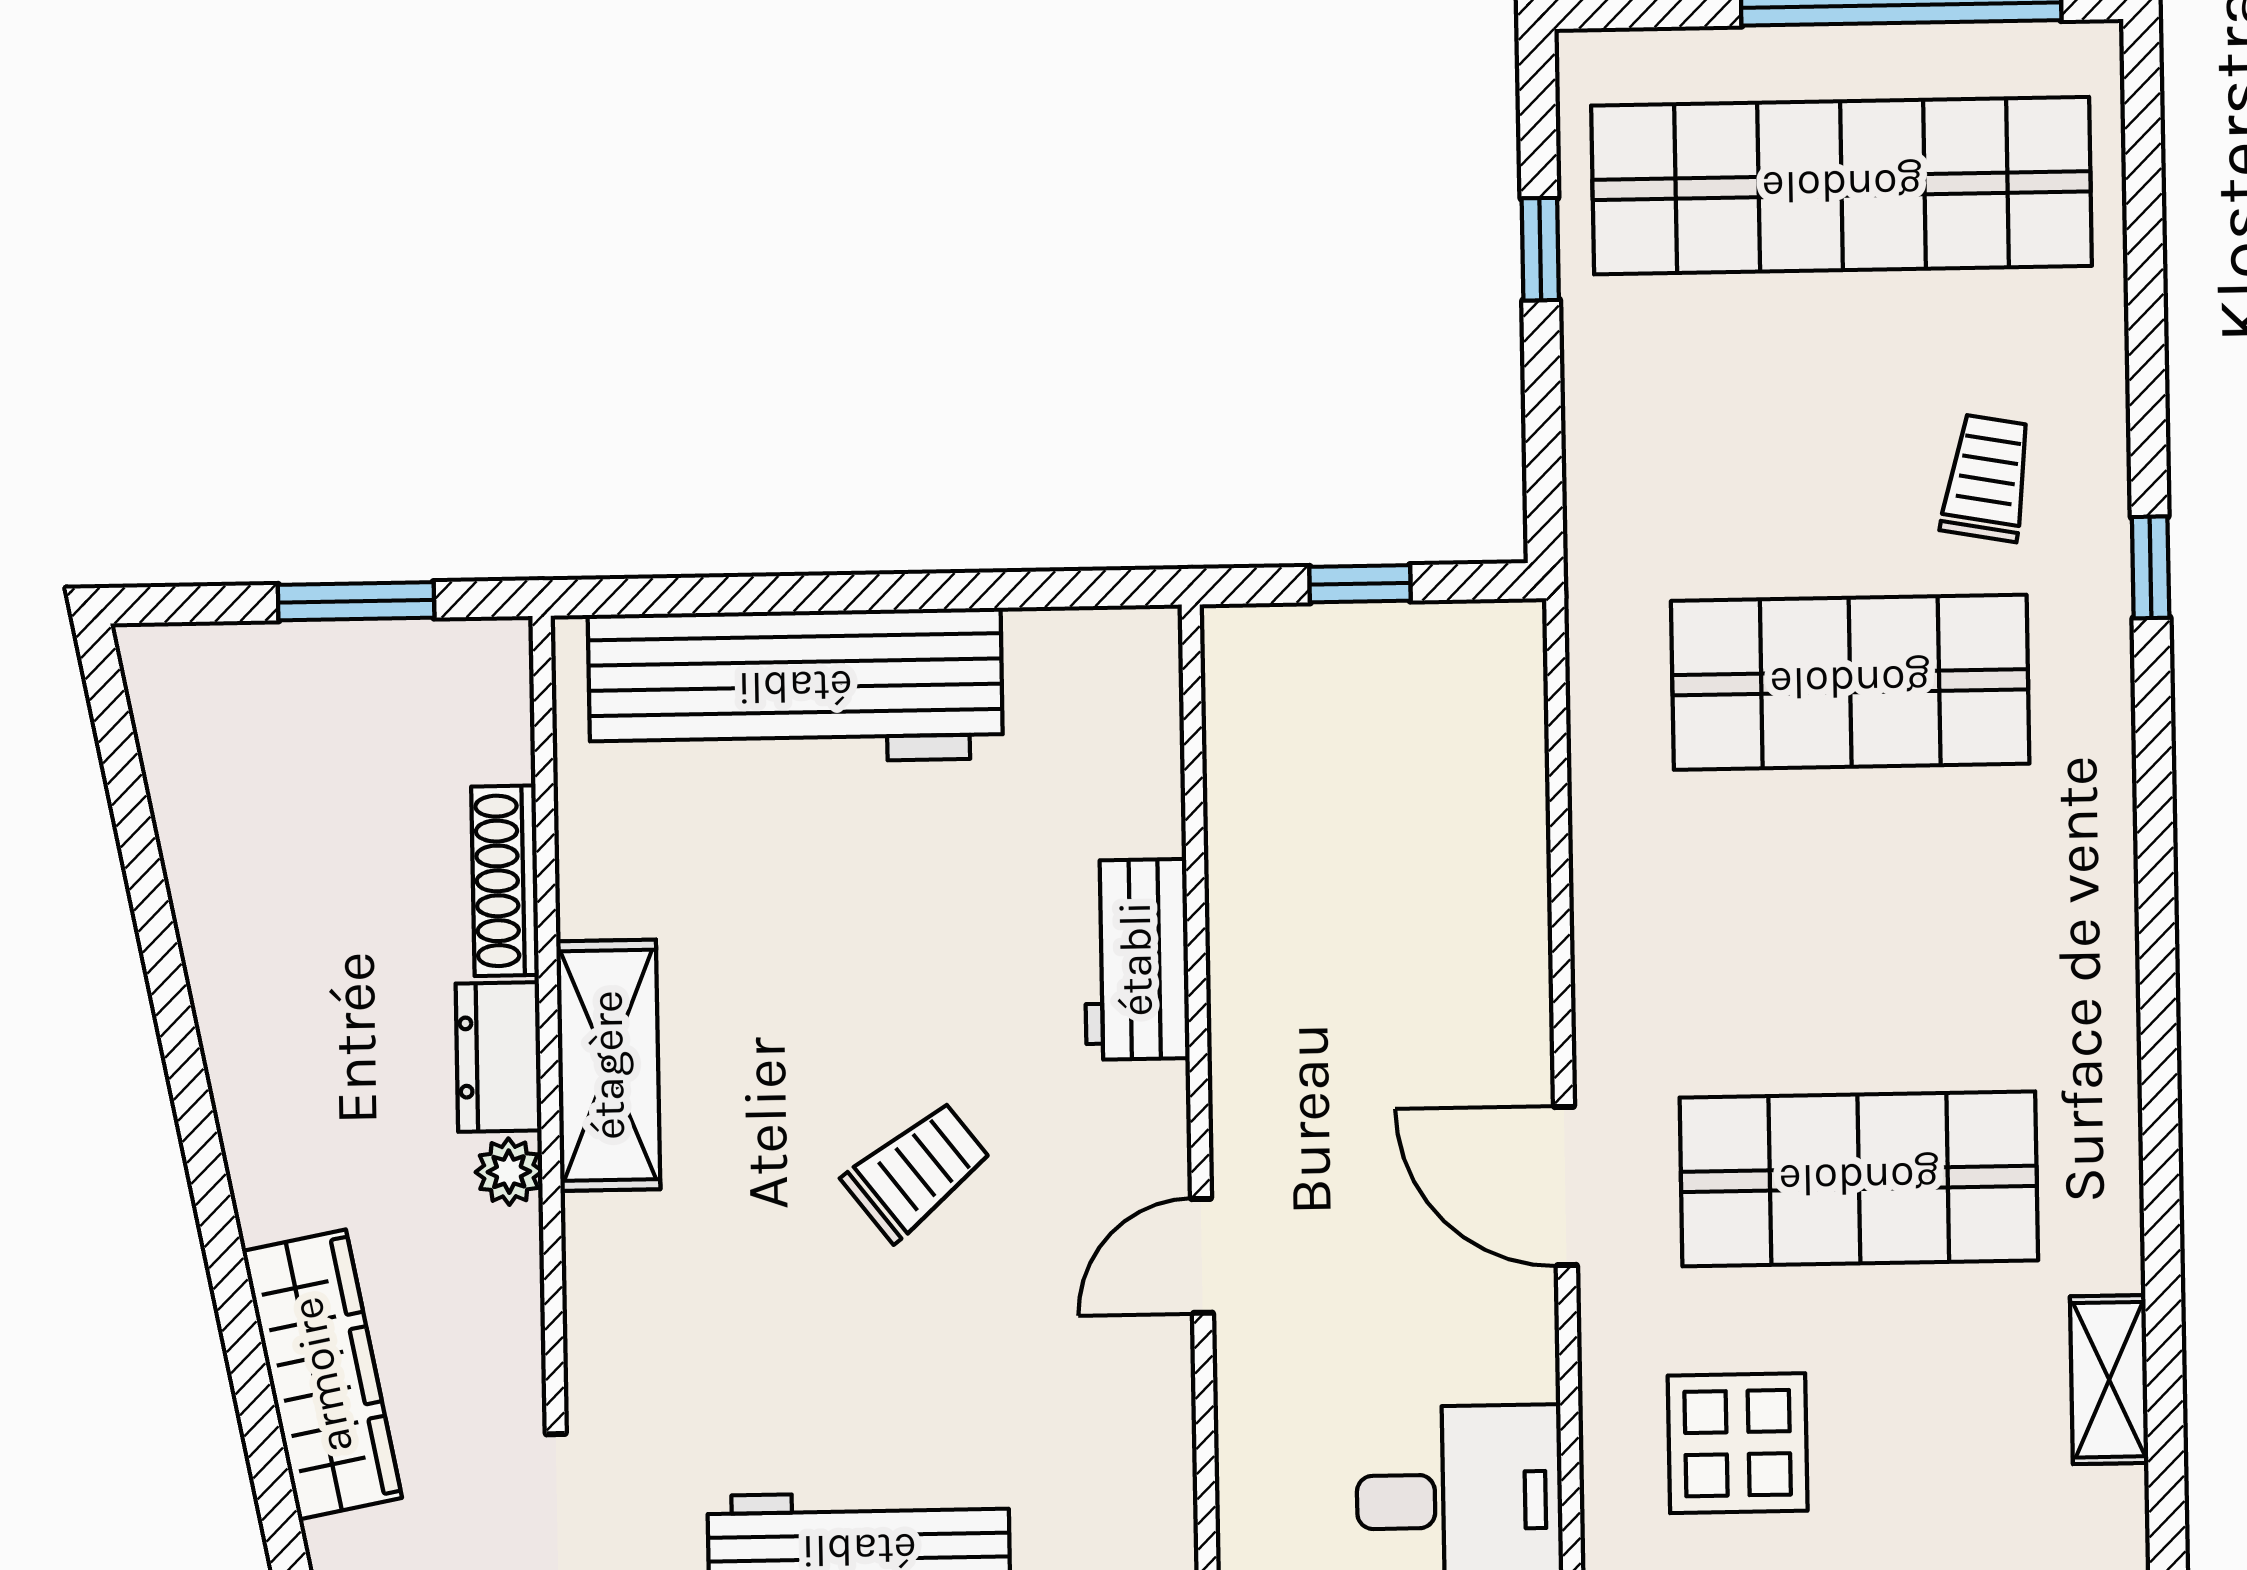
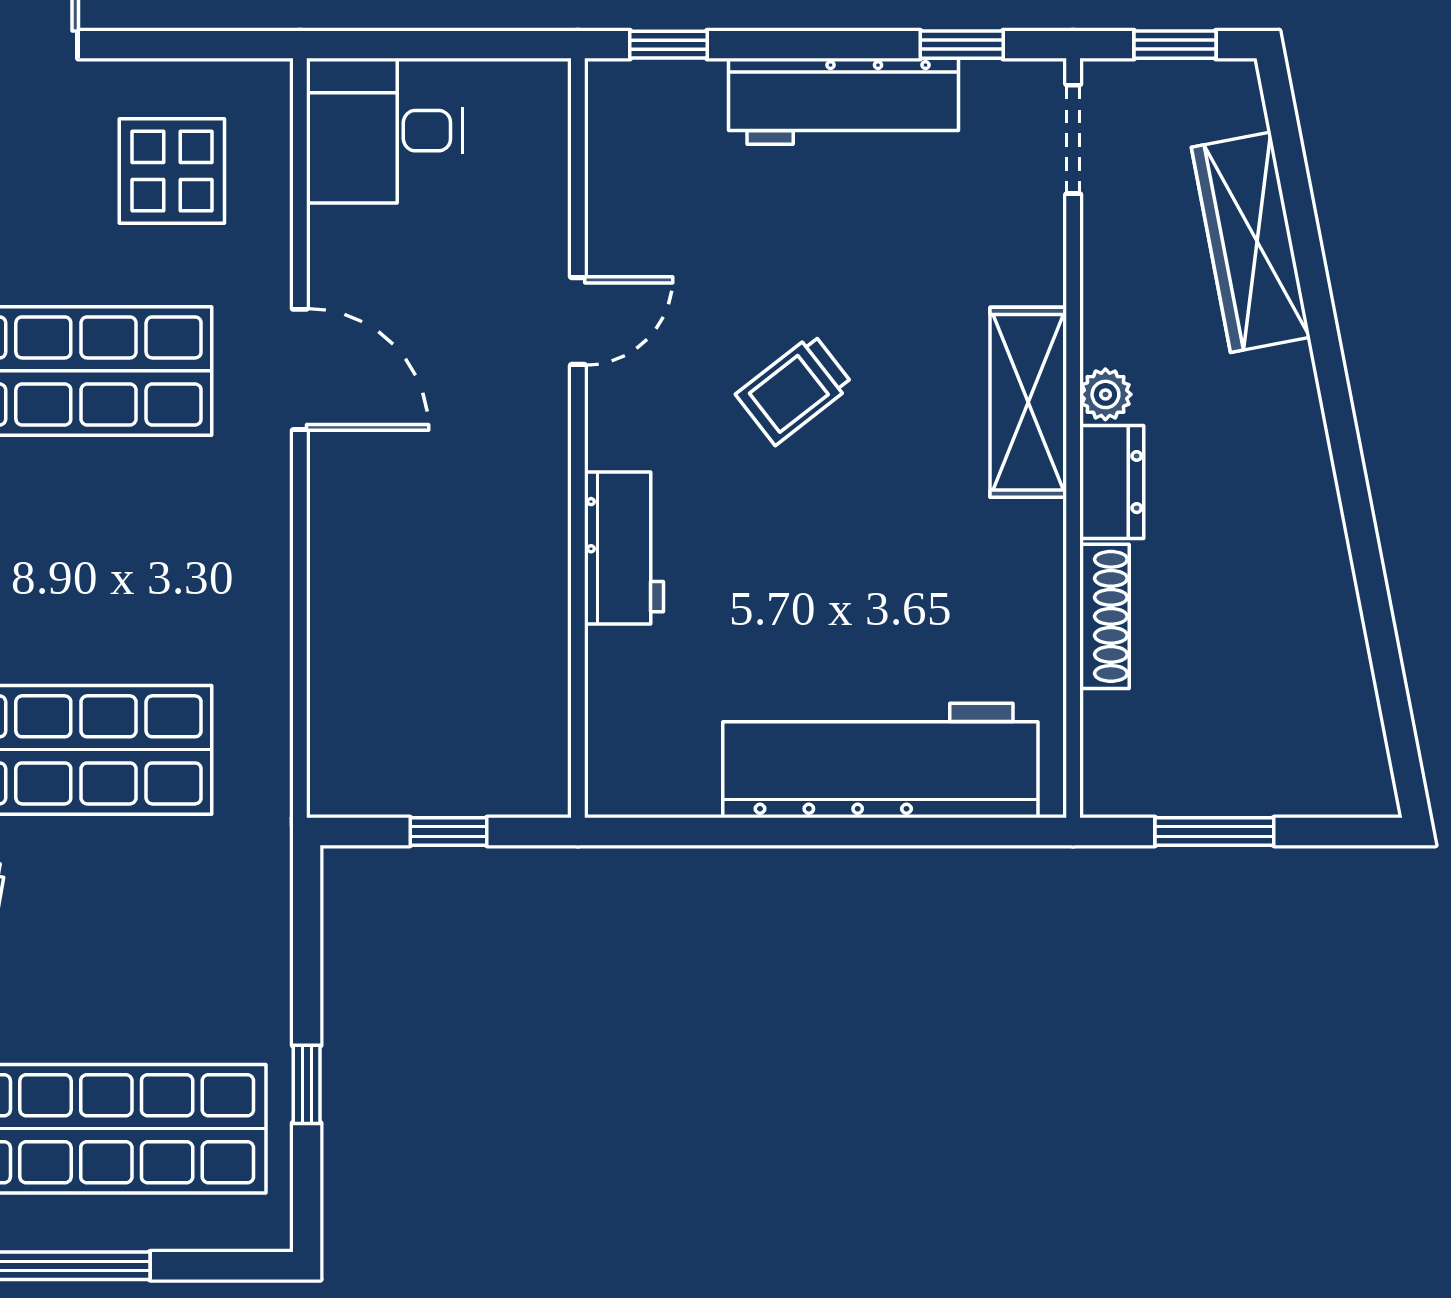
shelving: (608, 1065) -> (1028, 402), moved

